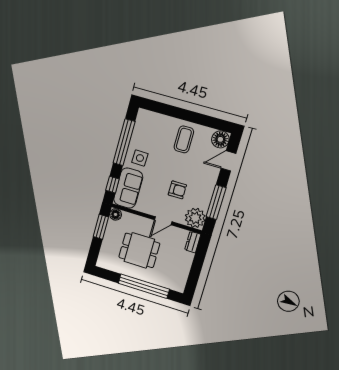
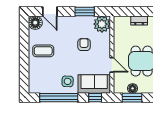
window: (216, 202) -> (85, 12), width x0.69
floor lamp: (115, 214) -> (133, 88), moved
door: (163, 221) -> (112, 65), moved
dresser: (193, 242) -> (139, 20), moved

